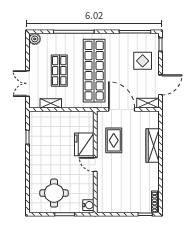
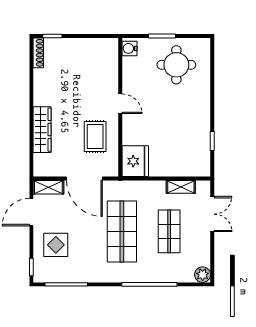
shop shelf: (94, 71) -> (122, 231), width x0.71
fridge: (84, 144) -> (135, 161), moved

